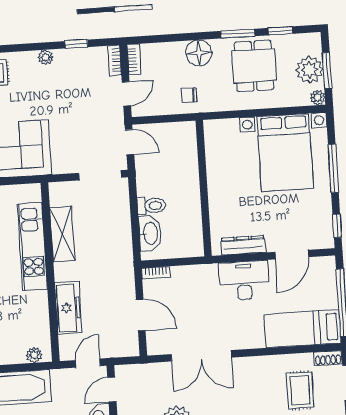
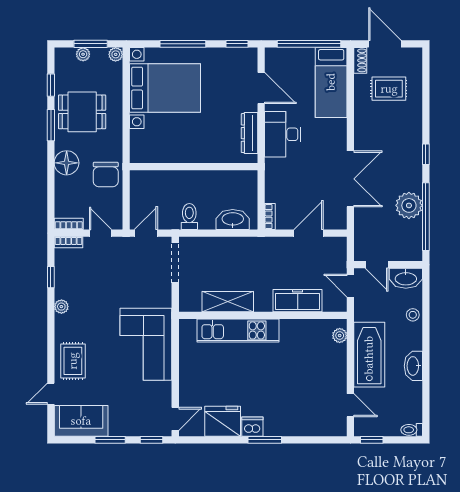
plant: (309, 70) -> (83, 54), width x0.53, depth x0.53
chair: (189, 95) -> (106, 174), width x1.87, depth x1.87
toilet: (151, 206) -> (189, 216), moved

